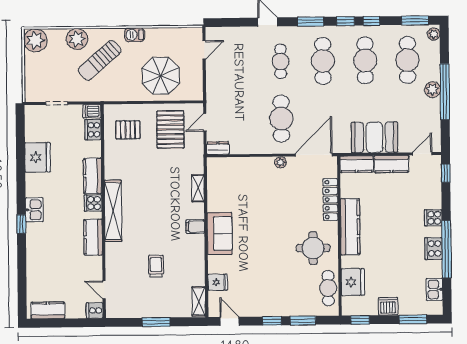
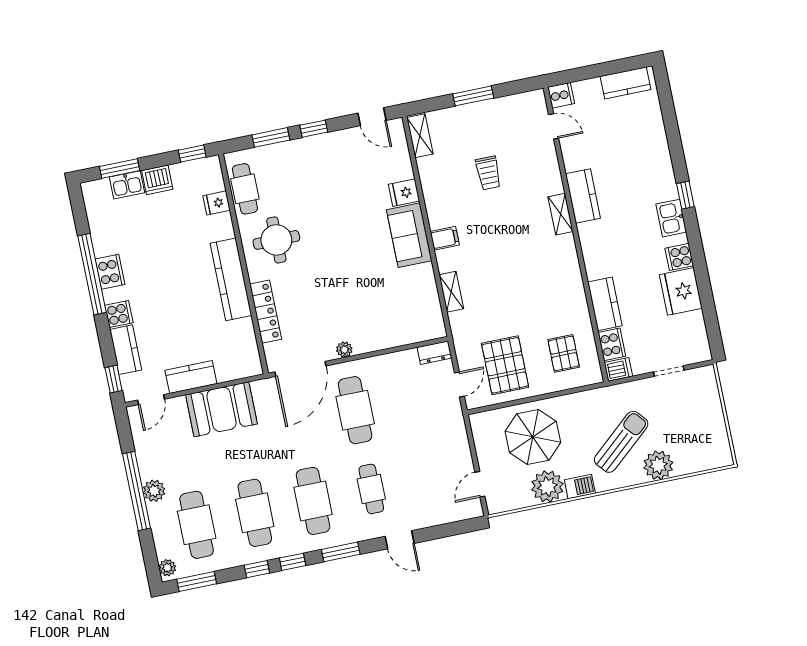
plant: (35, 40) -> (547, 487), moved
pallet: (128, 130) -> (564, 353), turned 90
kitchen counter: (357, 164) -> (126, 350), moved, turned 90
kitchen counter: (93, 176) -> (605, 304), moved
cooker: (93, 203) -> (679, 257), moved, turned 180
shelving: (113, 211) -> (560, 214), width x0.45, depth x0.75
fridge: (218, 282) -> (404, 193), moved
fridge: (353, 282) -> (217, 203), width x0.53, depth x0.75
kitchen sink: (434, 289) -> (127, 185), moved, turned 90

